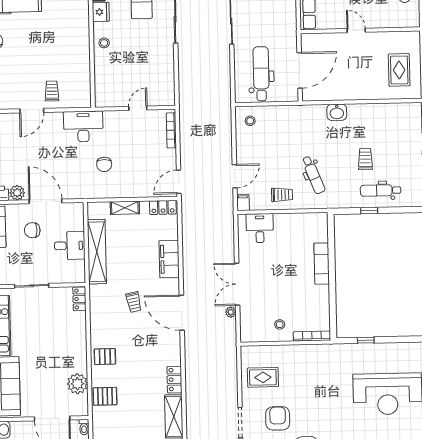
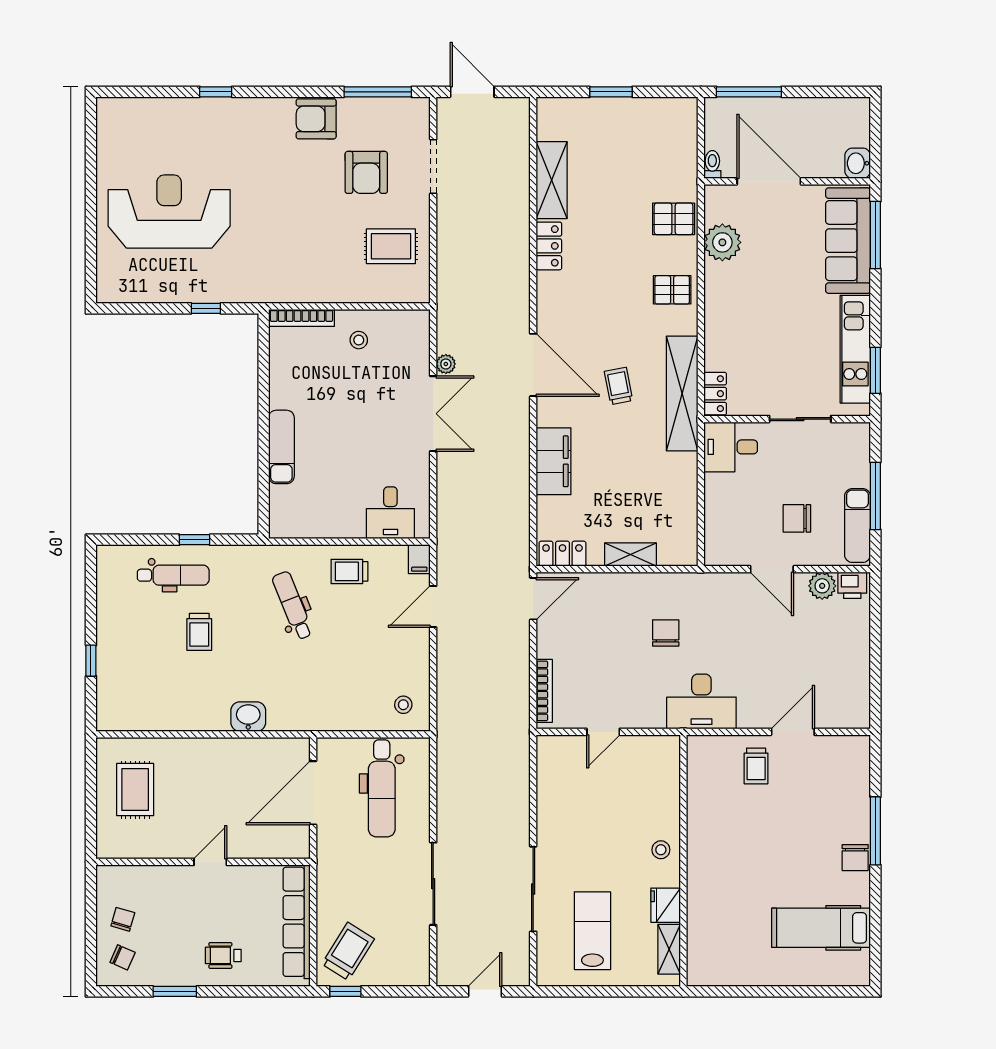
door: (356, 30) -> (210, 862), swing flipped
door: (46, 201) -> (772, 569), width x0.73
chair: (32, 230) -> (797, 518), turned 180
desk: (70, 246) -> (731, 447), moved
shelving: (97, 252) -> (682, 393), moved

